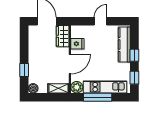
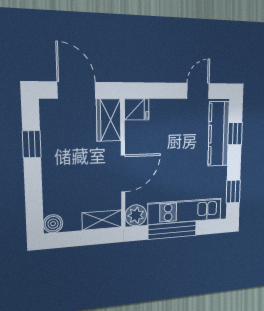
door: (101, 21) -> (198, 91), moved
fridge: (77, 44) -> (137, 109), moved
window: (134, 55) -> (235, 134), moved
window: (24, 70) -> (32, 144), moved

